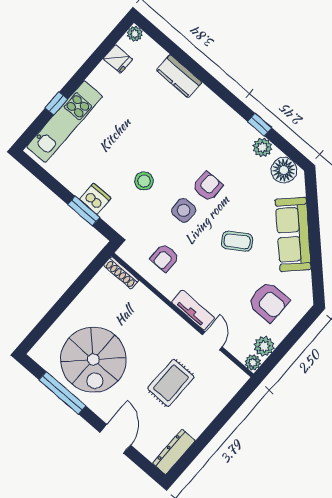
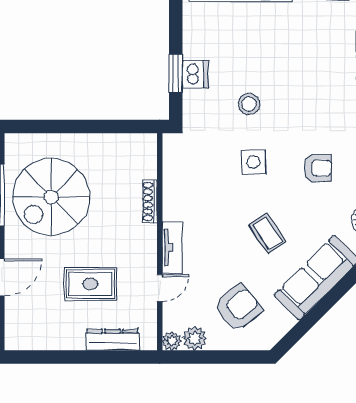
armchair: (208, 186) -> (318, 168), moved
armchair: (165, 258) -> (197, 182), removed
shoe rack: (121, 273) -> (150, 202), moved
armchair: (268, 302) -> (238, 308), turned -129
dresser: (174, 452) -> (112, 340), moved

